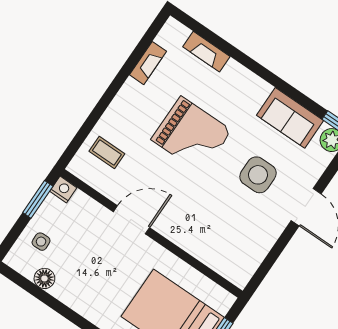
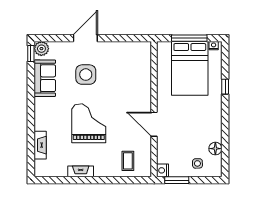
fireplace: (148, 63) -> (81, 171), moved

